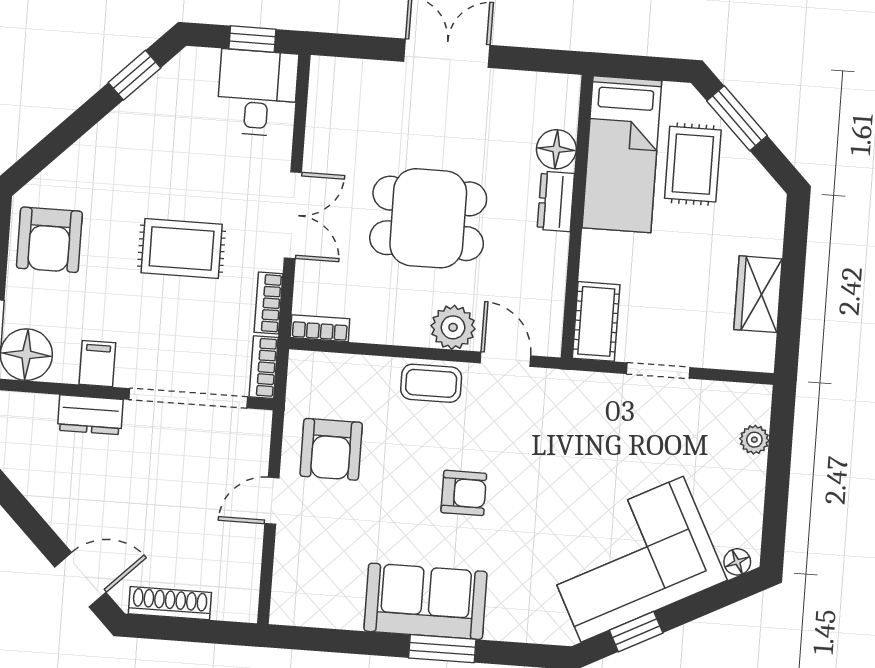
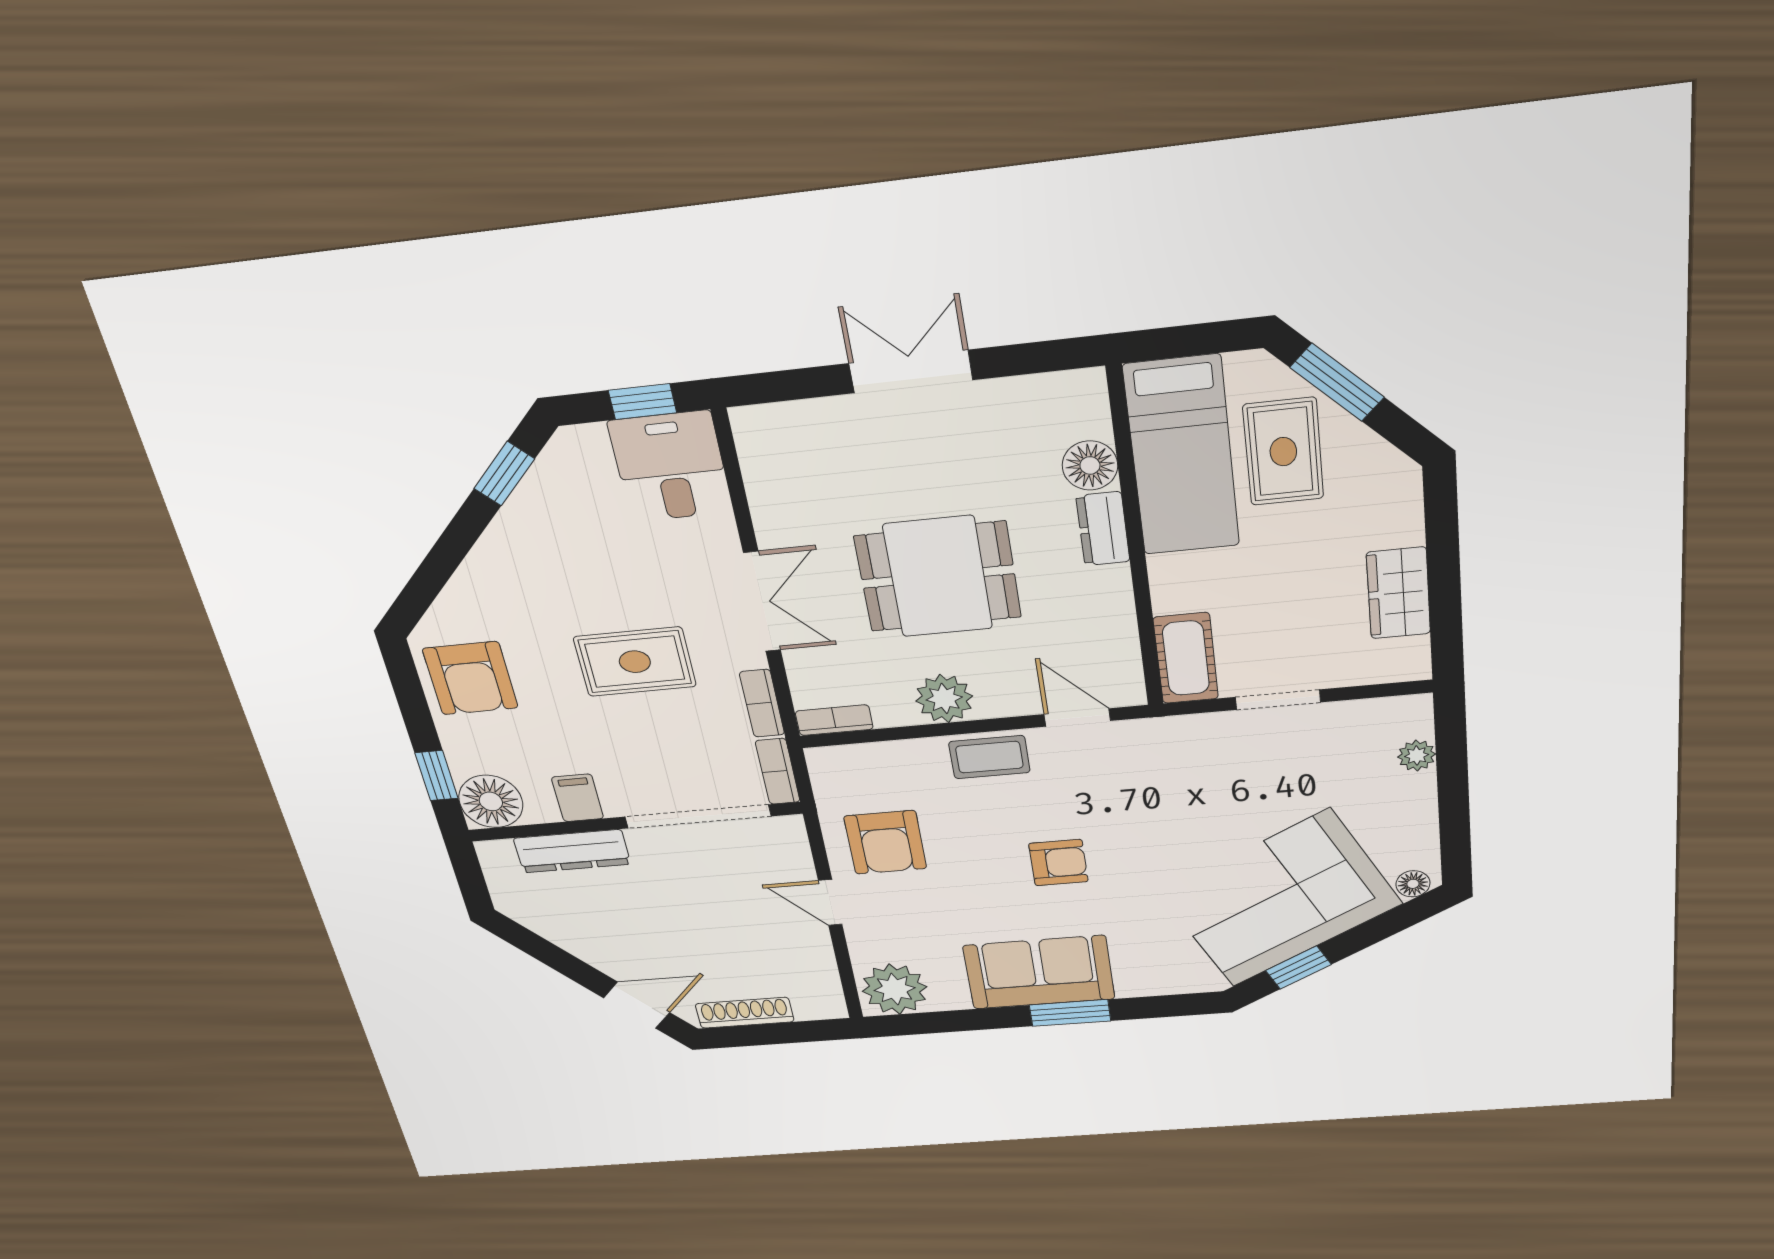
plant: (453, 327) -> (944, 699), moved
dresser: (90, 415) -> (572, 851), width x1.44
door: (272, 501) -> (830, 902), hinge flipped
plant: (302, 599) -> (895, 989), added

